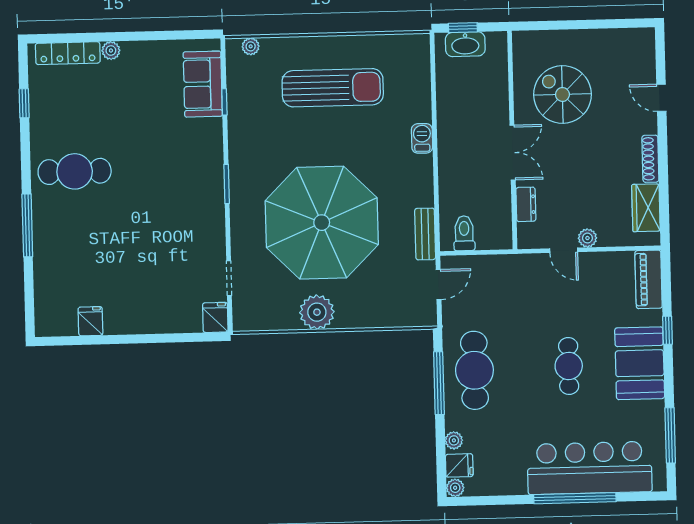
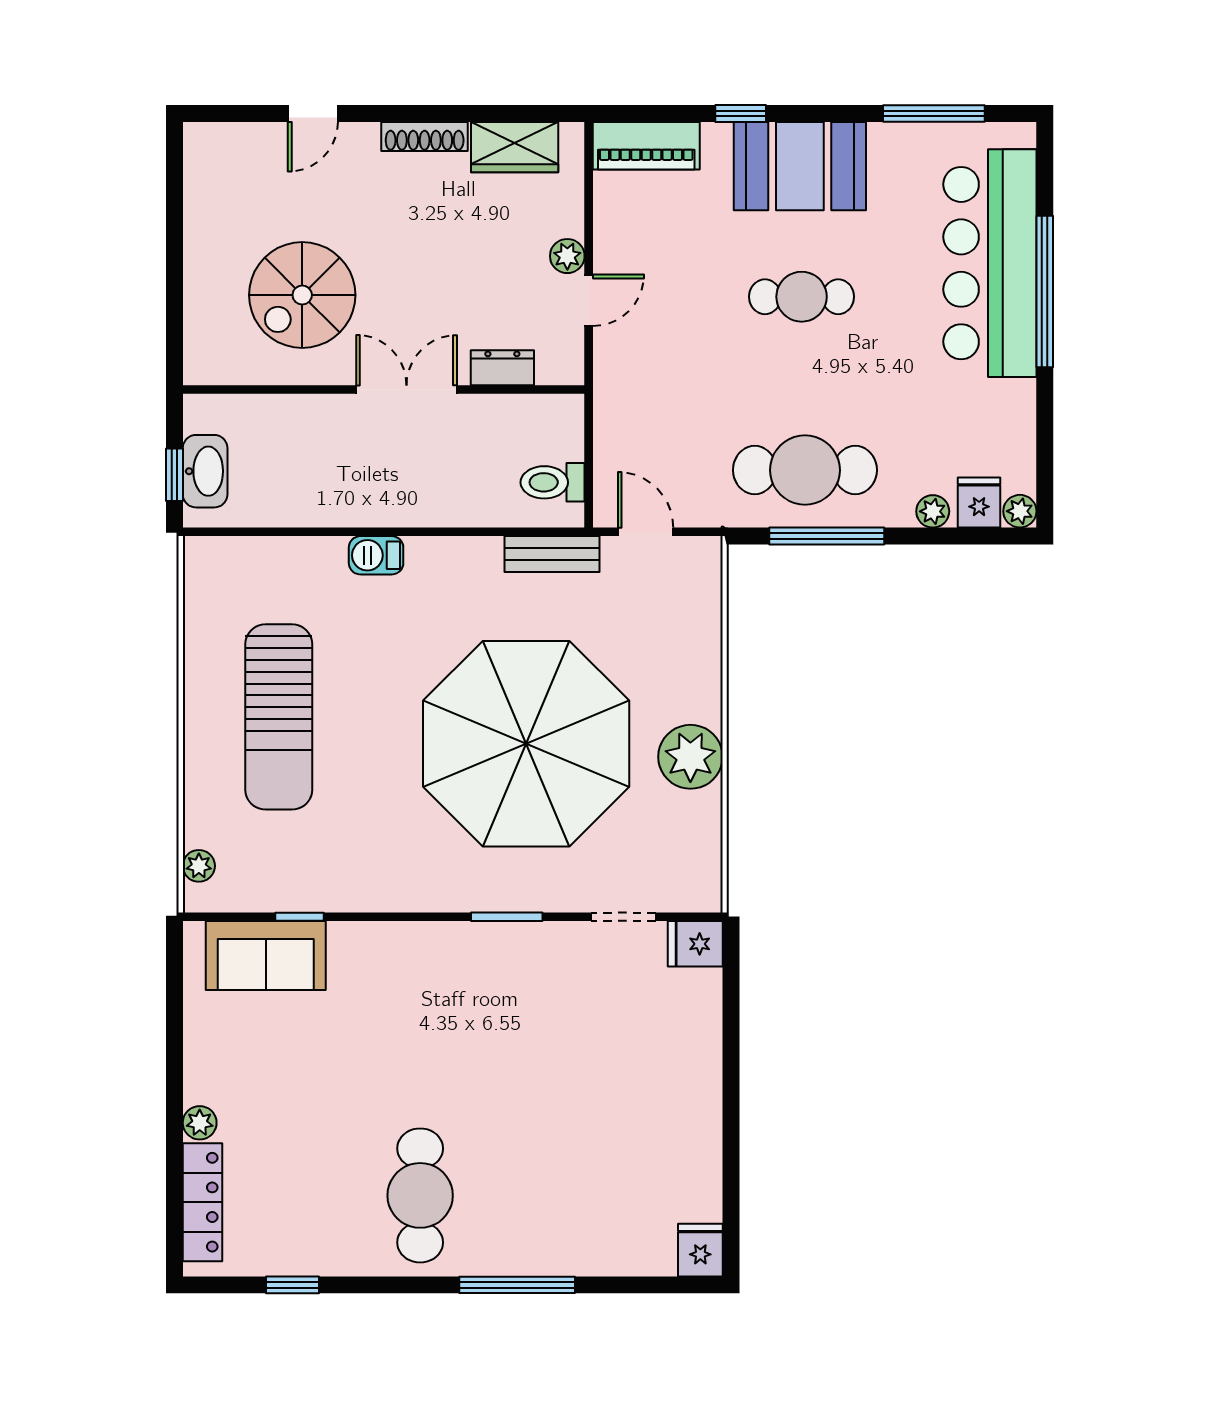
sun lounger: (333, 88) -> (279, 717), turned 180
window: (227, 184) -> (507, 917), moved
fridge: (90, 321) -> (700, 1250), moved, turned 90

